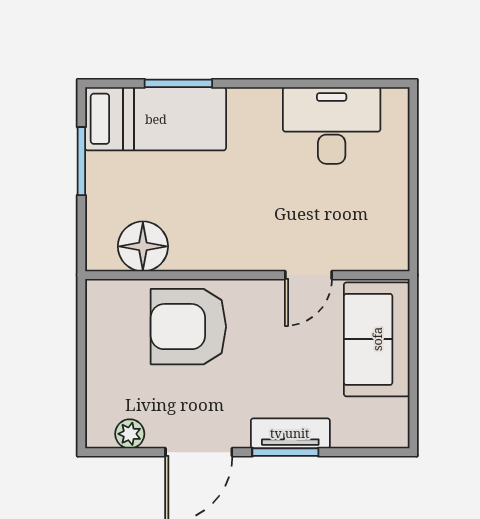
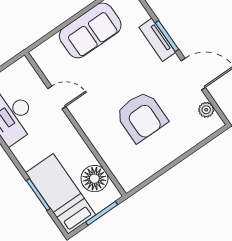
floor lamp: (143, 246) -> (94, 179), moved
wall: (247, 275) -> (75, 124), moved
door: (308, 275) -> (57, 98), moved

